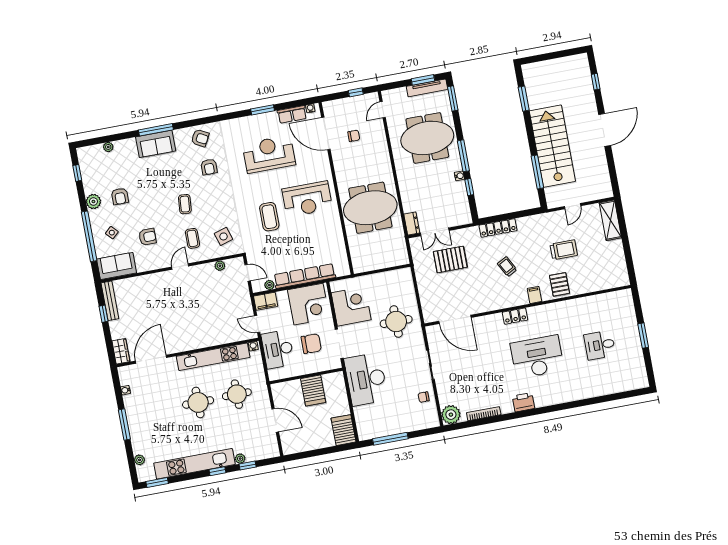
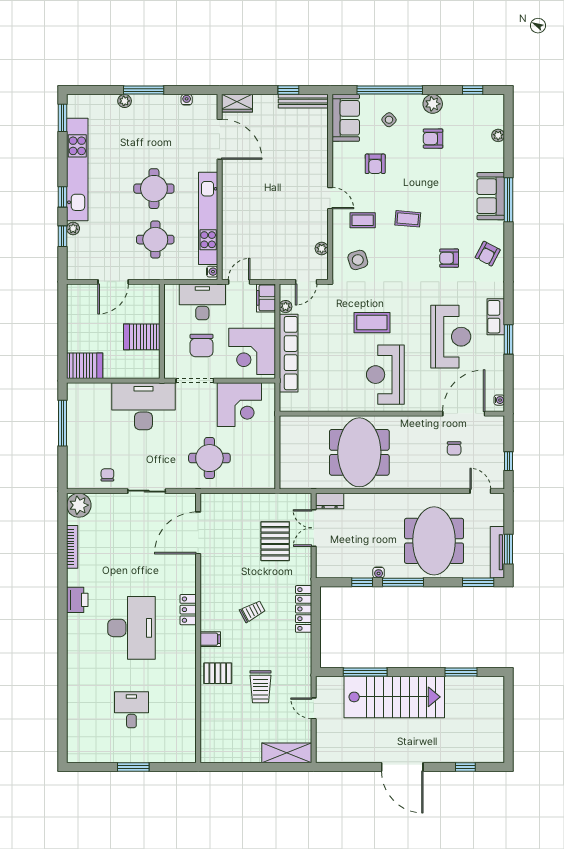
row of seats: (292, 114) -> (496, 317), moved
plant: (139, 460) -> (125, 101), moved

